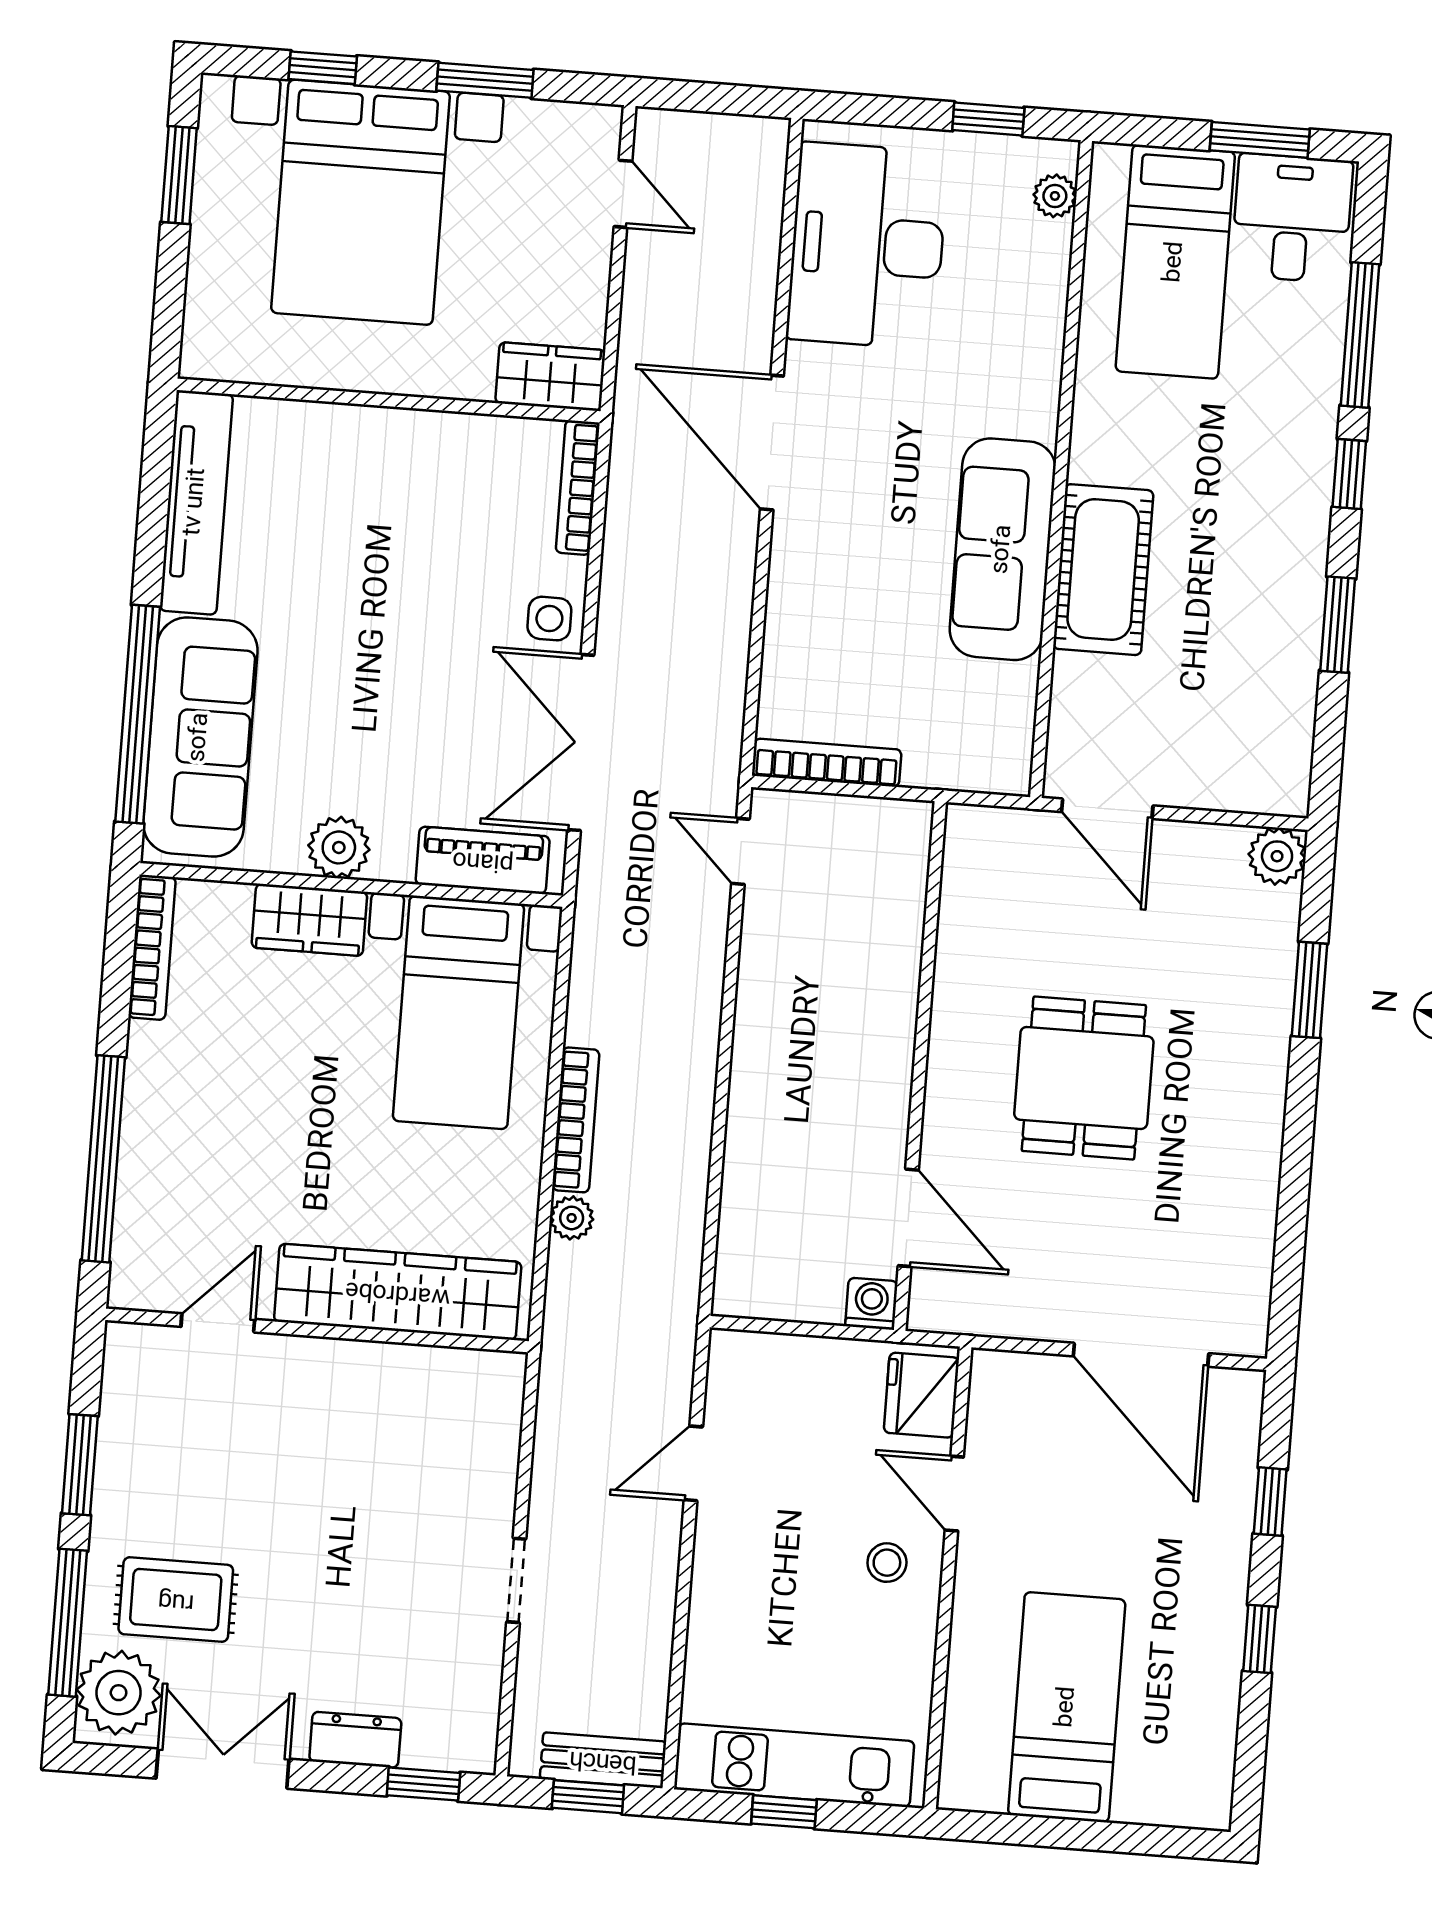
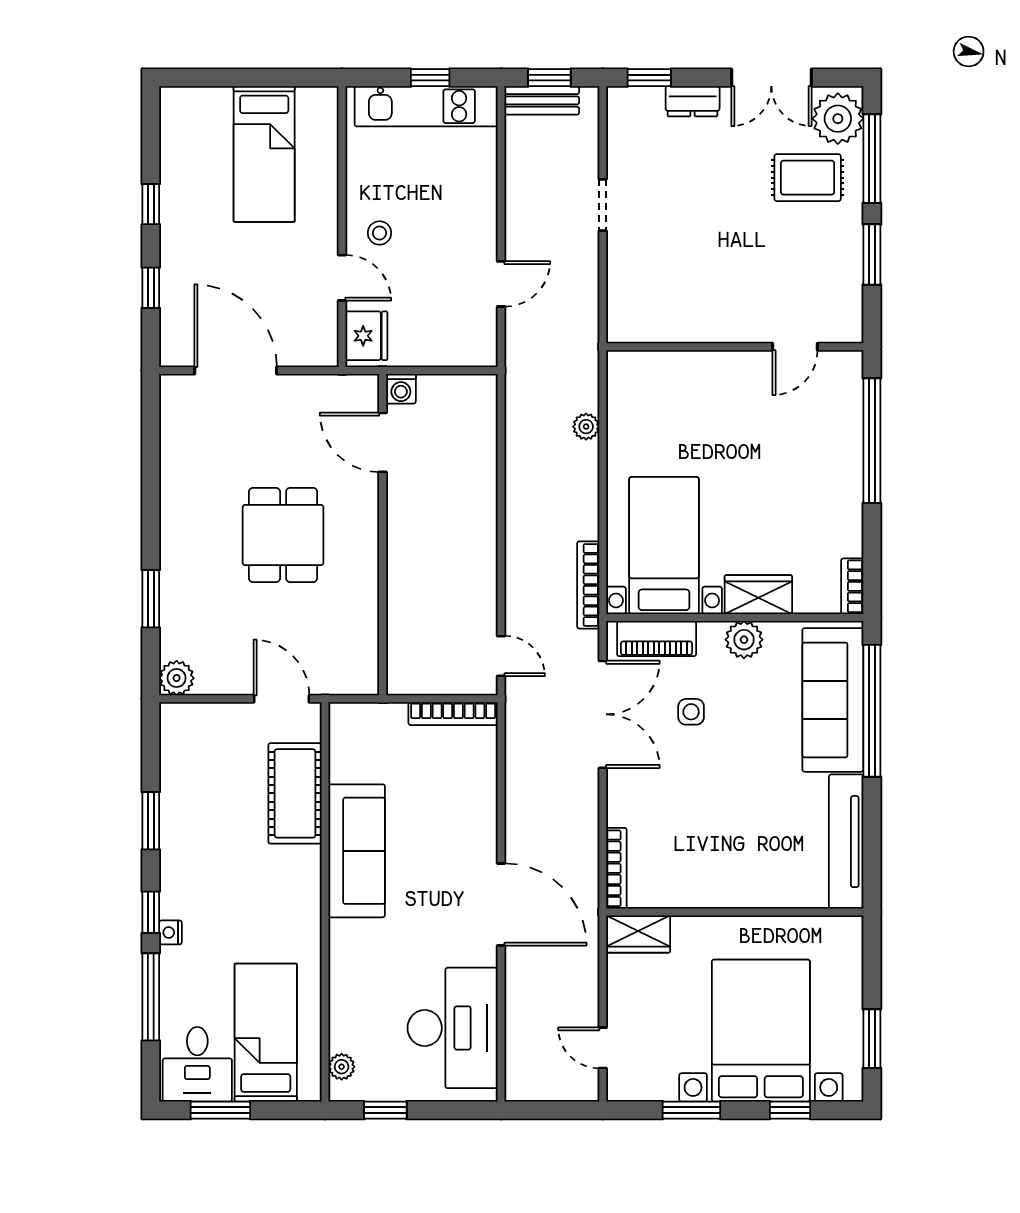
nightstand: (1319, 438) -> (170, 932), added
cot: (1103, 570) -> (295, 793), moved
side table: (549, 619) -> (691, 712), moved
bookcase: (152, 947) -> (852, 586), width x0.64
bookcase: (576, 1120) -> (588, 585), moved
wardrobe: (398, 1292) -> (688, 374), removed

